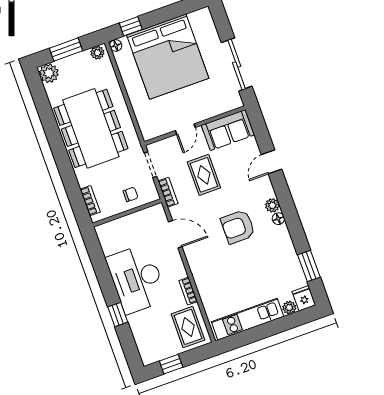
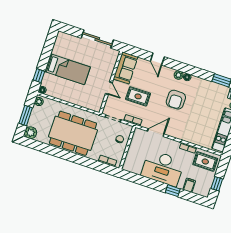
bed: (168, 57) -> (67, 69), width x0.49
filing cabinet: (141, 330) -> (189, 185), added

